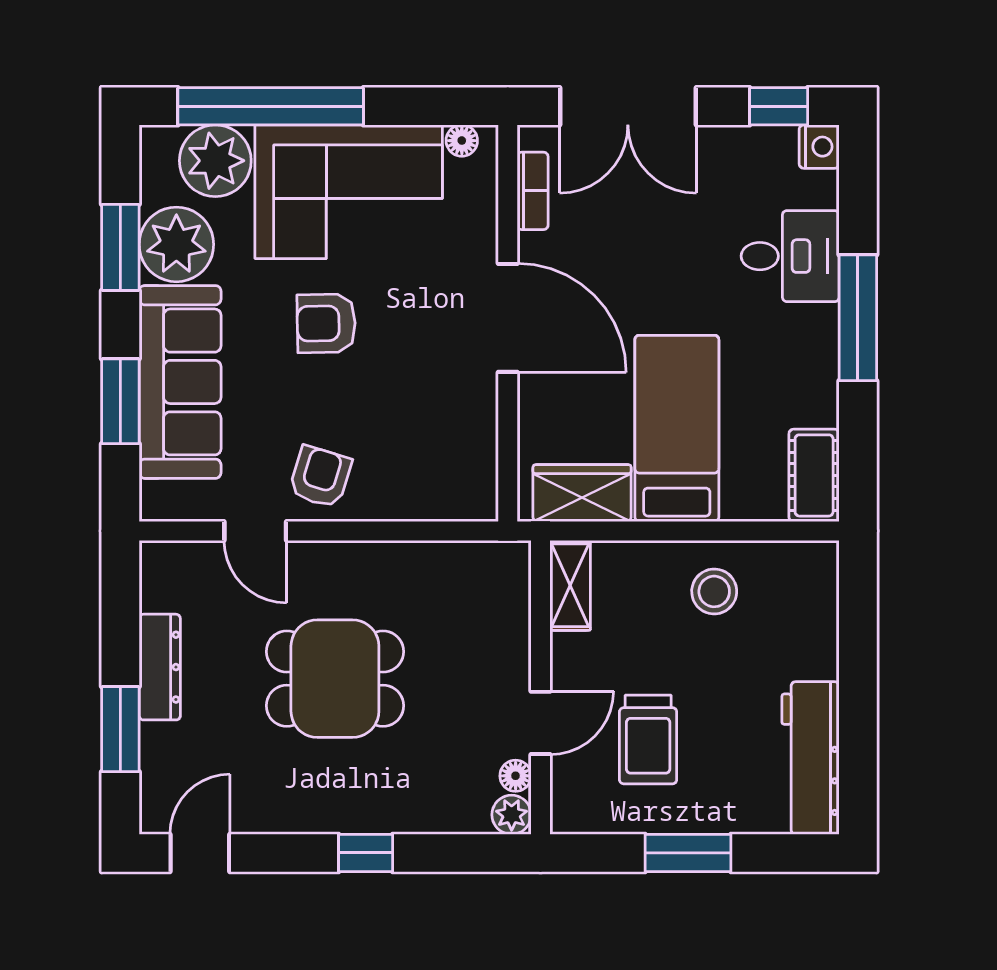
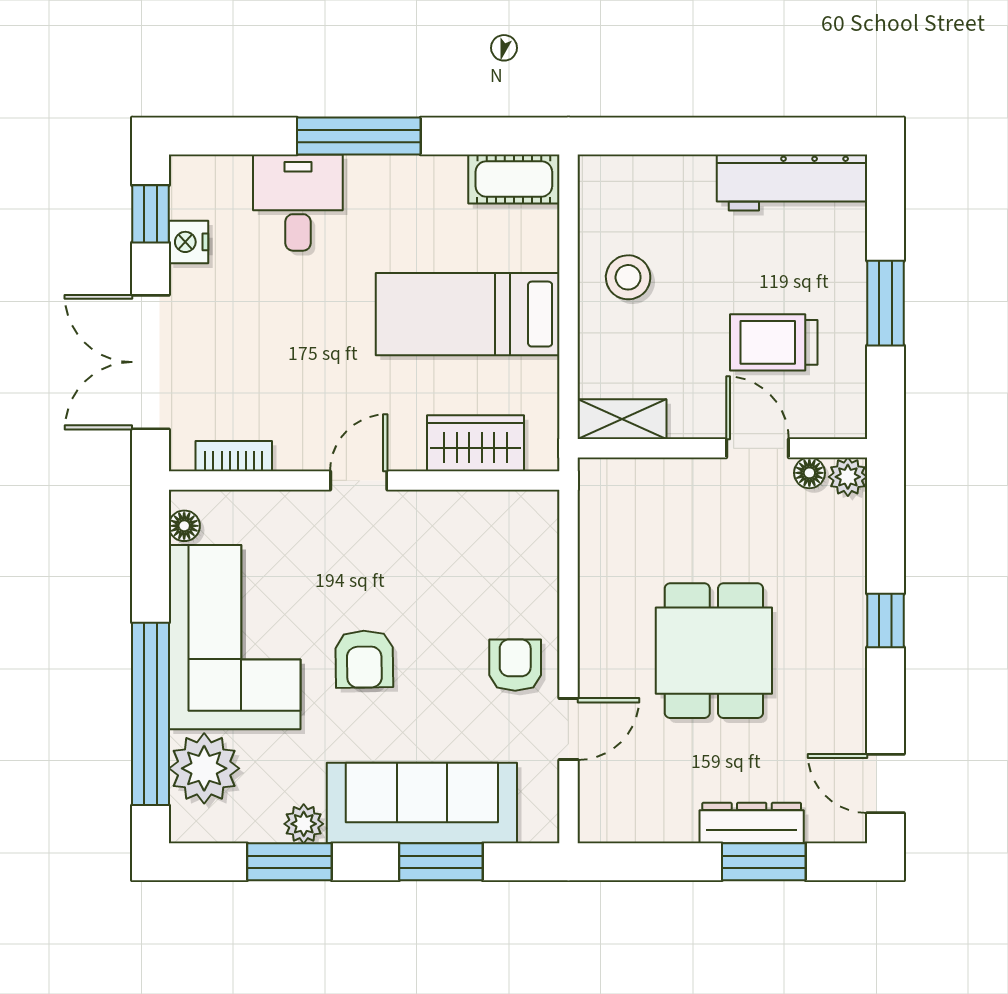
double door: (628, 106) -> (150, 362), swing flipped
nightstand: (819, 147) -> (188, 242), moved, turned -90
plant: (176, 244) -> (304, 824), width x0.53, depth x0.53
door: (508, 318) -> (359, 480), width x0.53
armchair: (320, 477) -> (515, 665), turned 73
wardrobe: (582, 493) -> (475, 443), moved, turned 90
dresser: (160, 667) -> (752, 823), moved
trolley: (648, 740) -> (774, 342), turned 180

